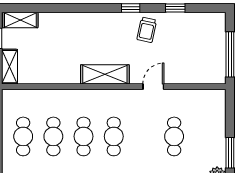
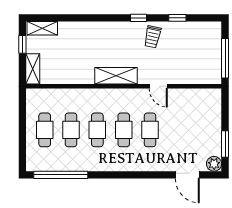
door: (153, 87) -> (158, 86), swing flipped
cafe table: (174, 136) -> (150, 130), moved

